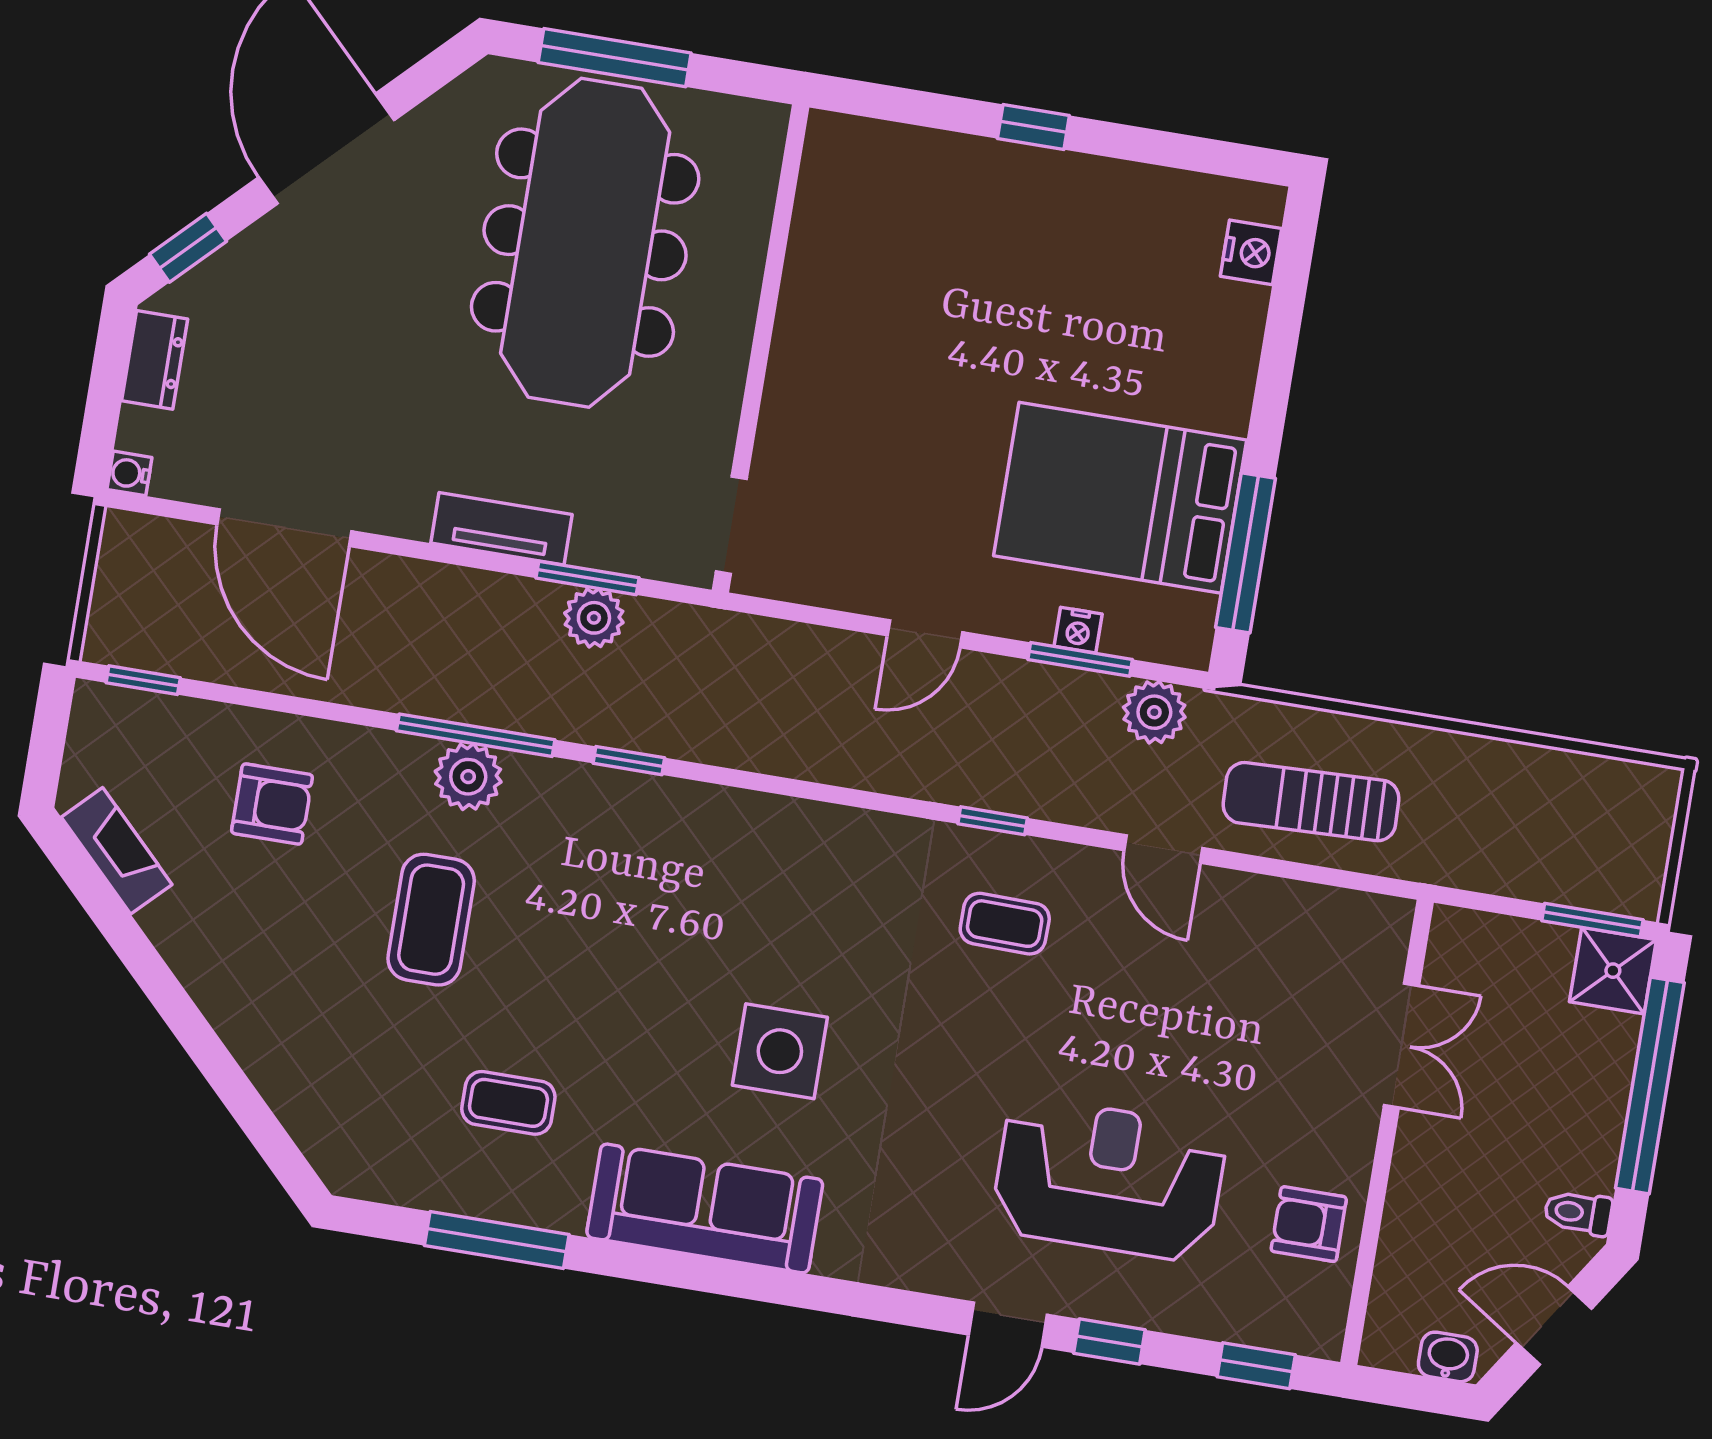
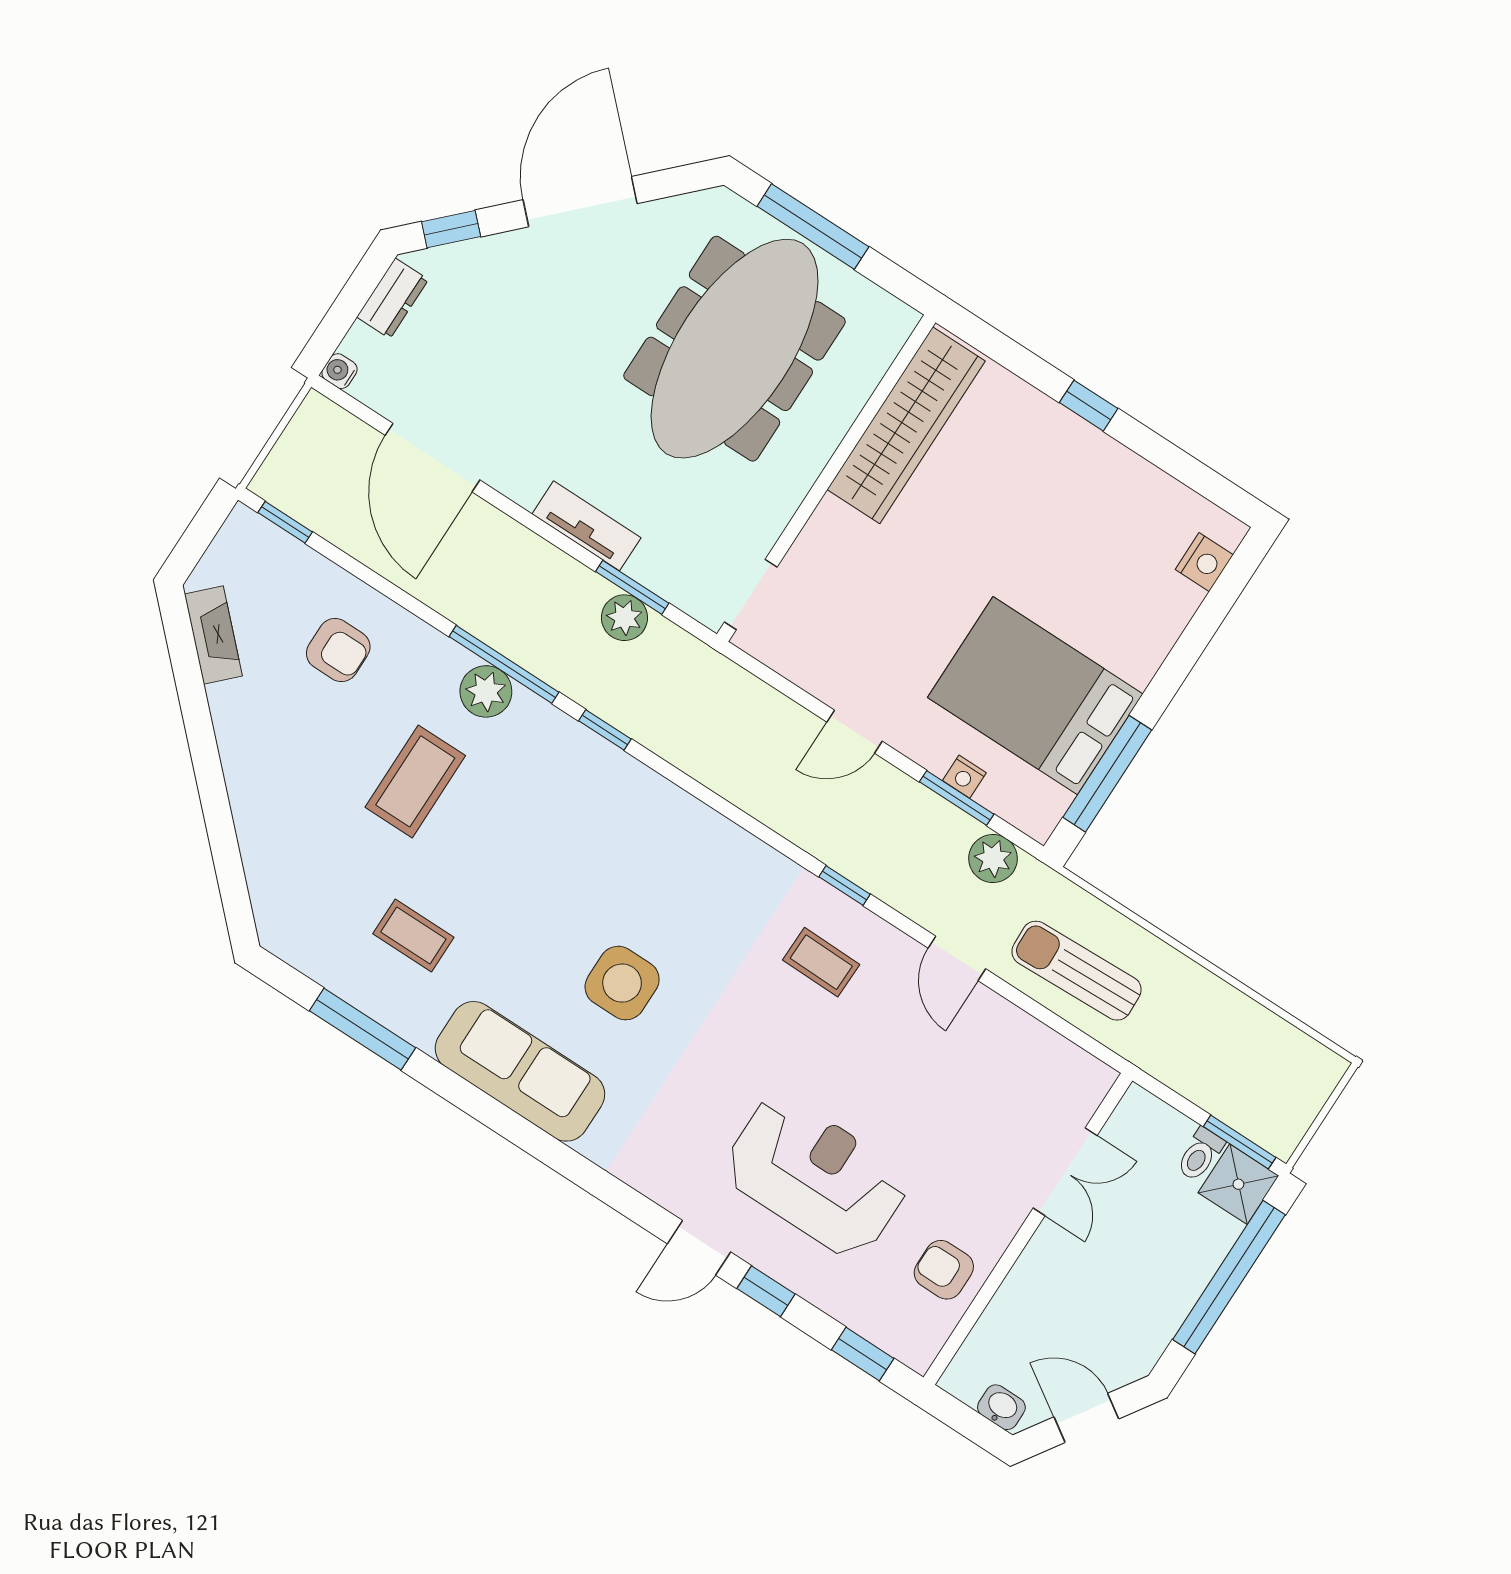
wardrobe: (828, 245) -> (906, 425), added
toilet: (1578, 1213) -> (1200, 1154), moved, turned -90

